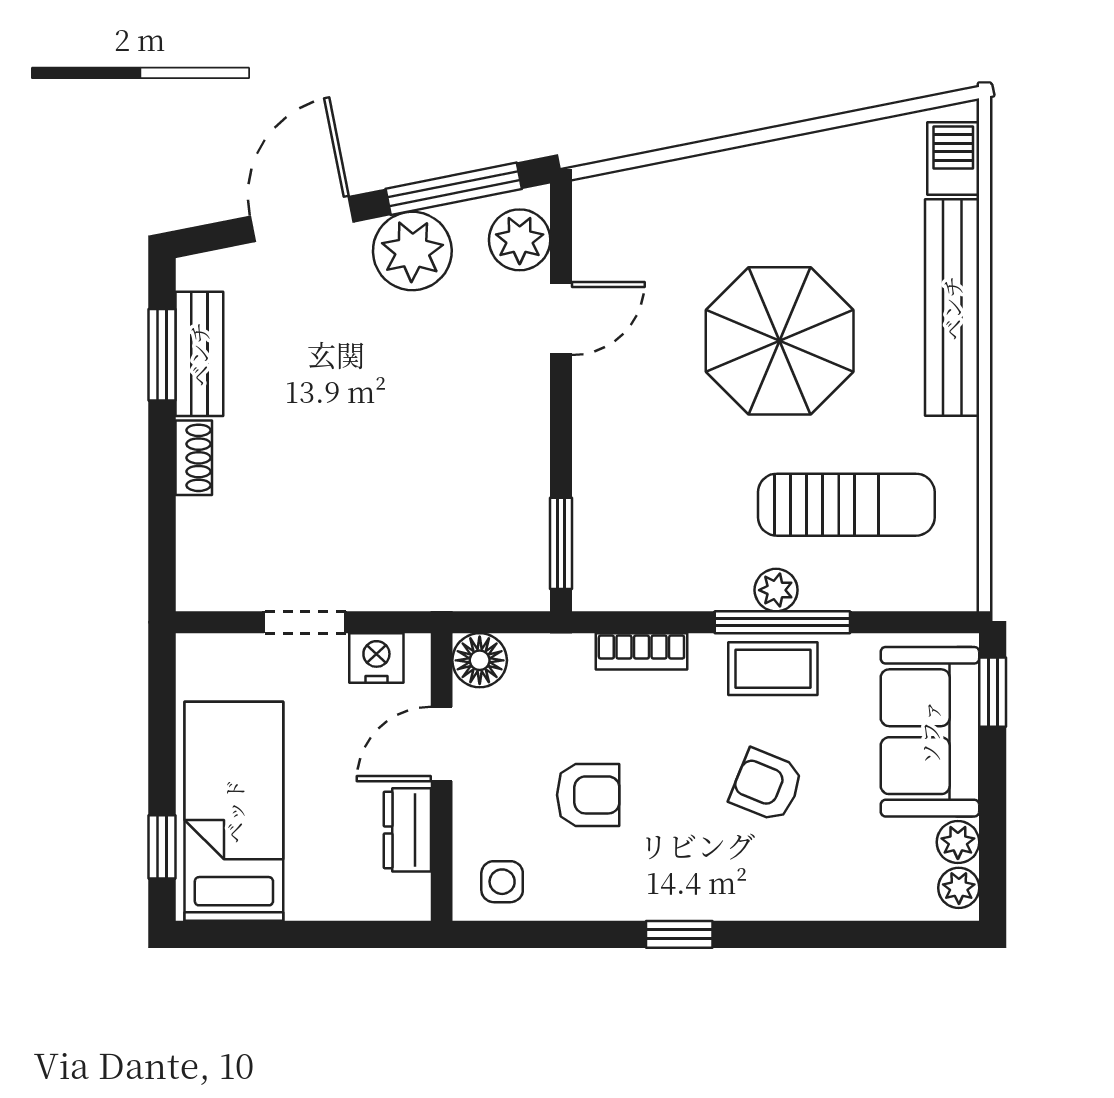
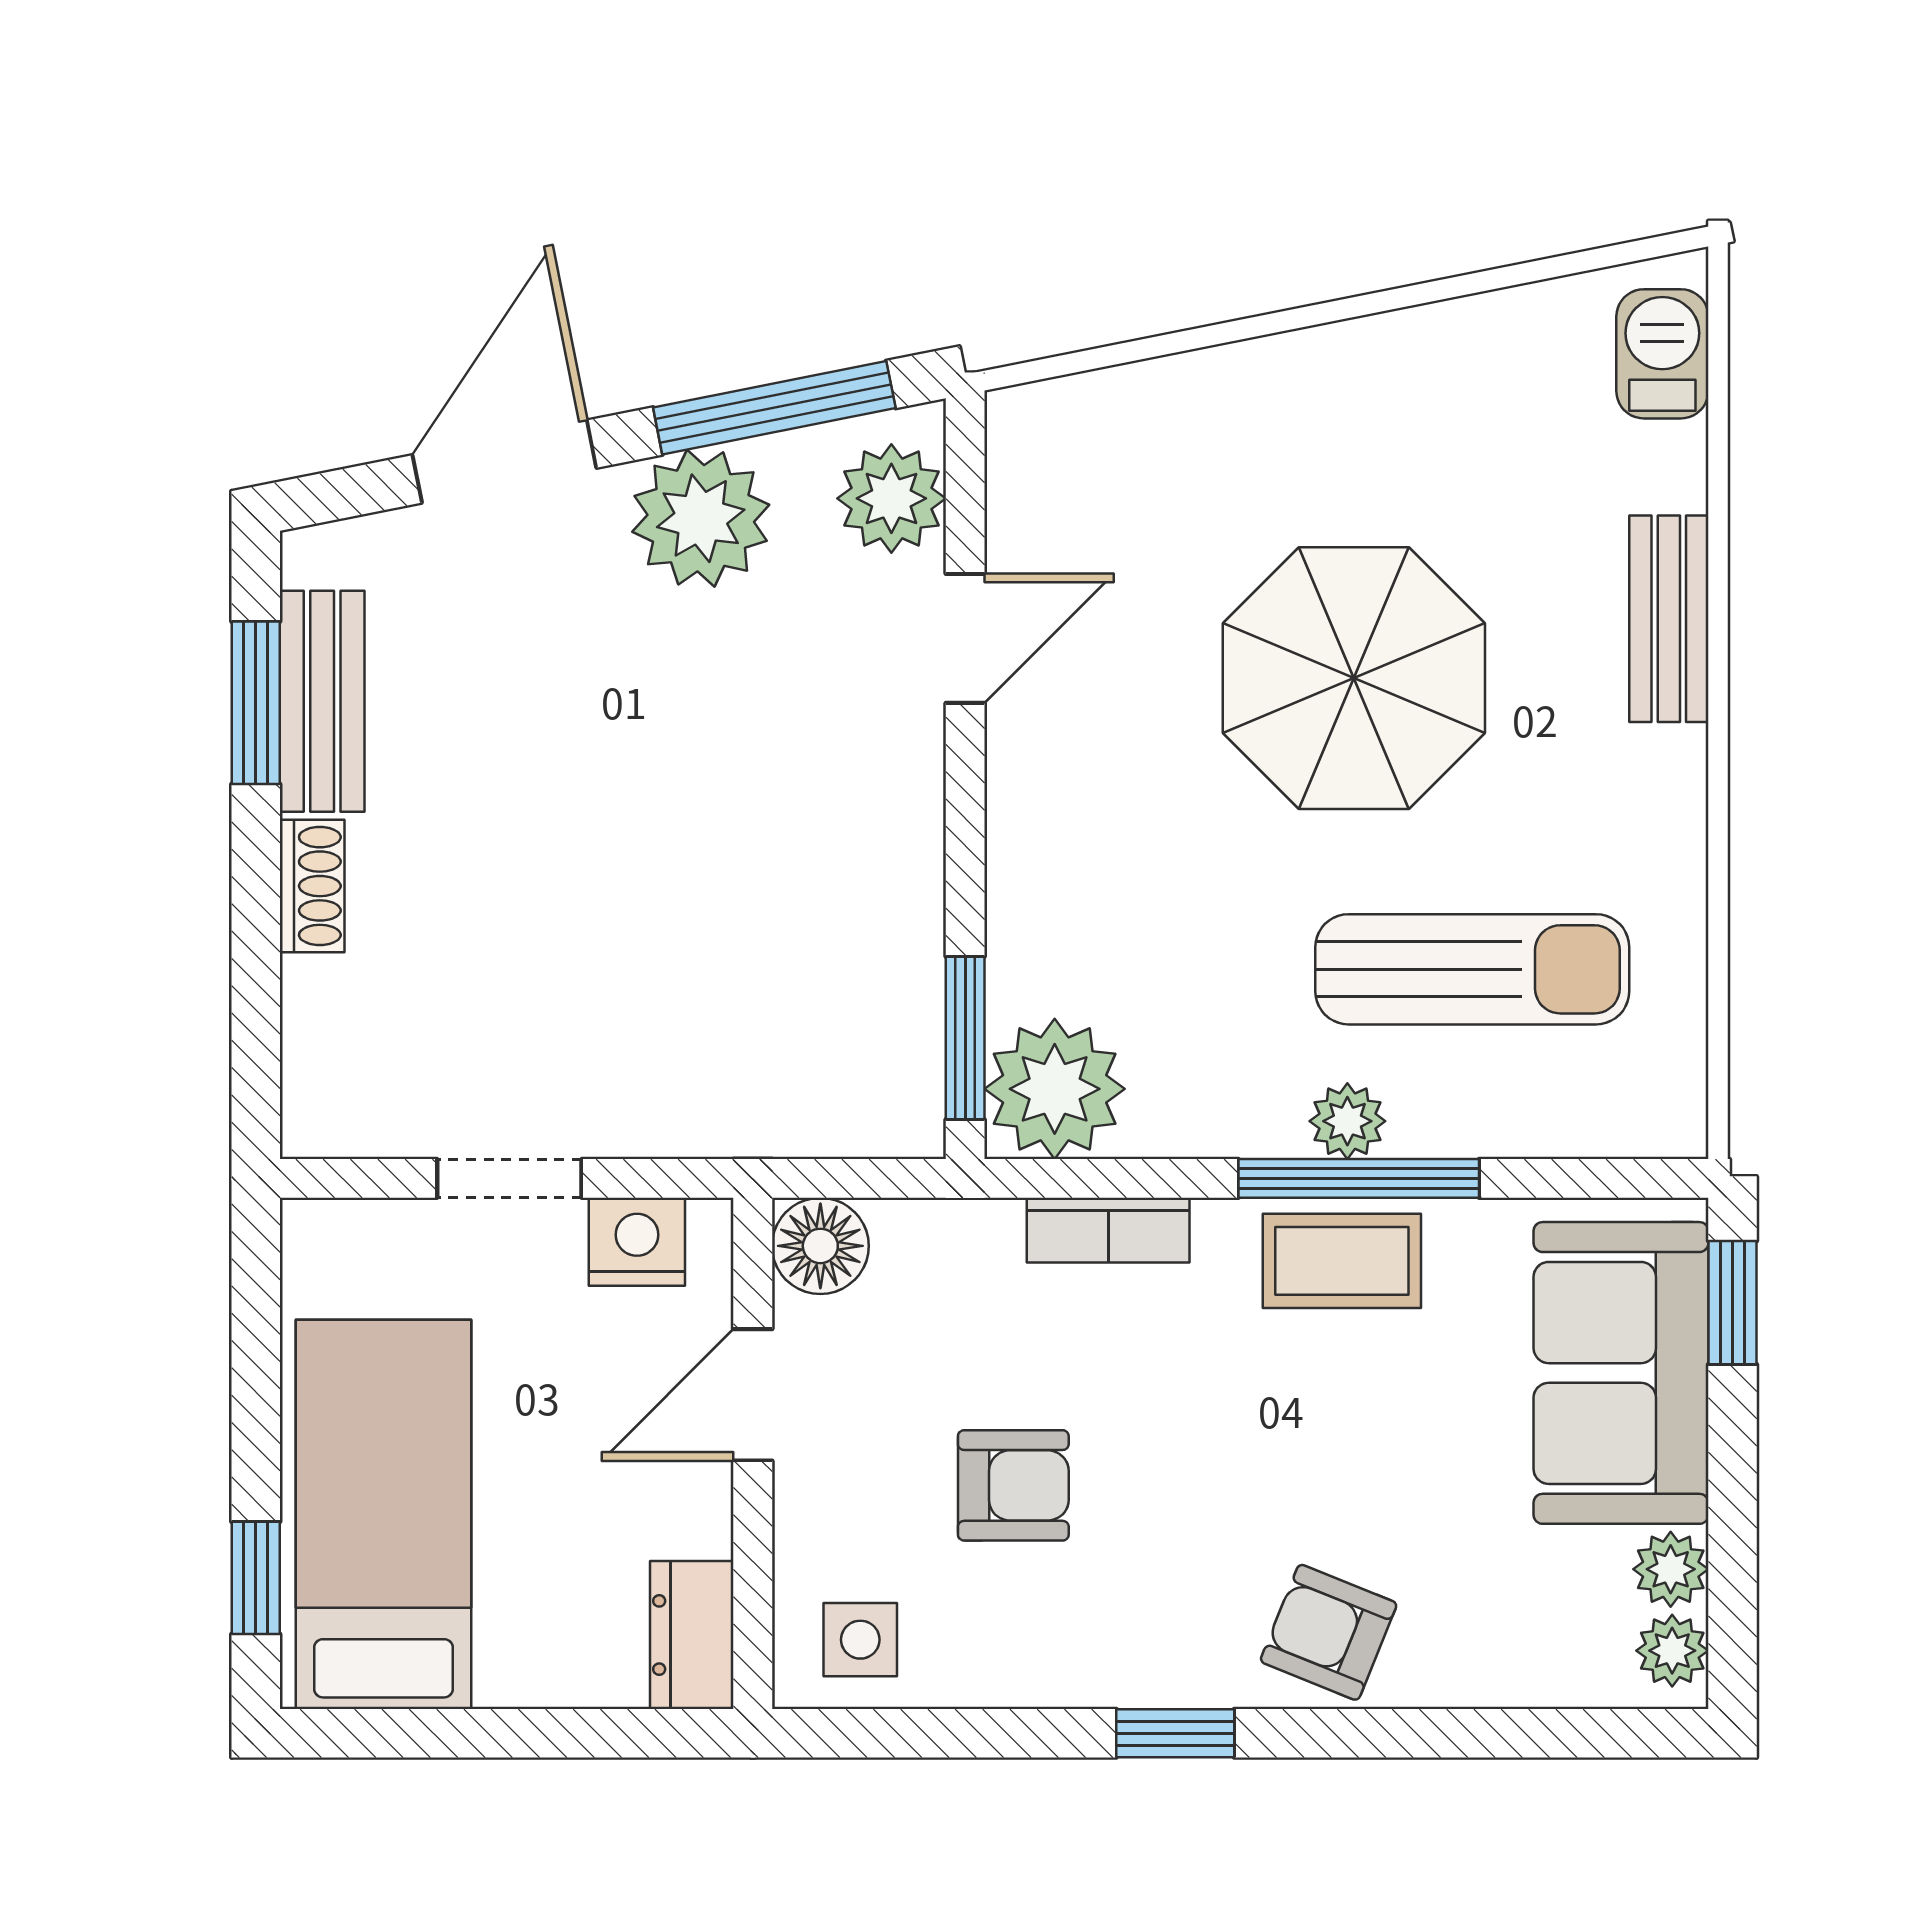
bench: (952, 308) -> (1669, 619), width x0.54, depth x0.82
plant: (611, 572) -> (1055, 1089), added
armchair: (767, 785) -> (1329, 1632), moved
dresser: (407, 830) -> (692, 1635), moved

